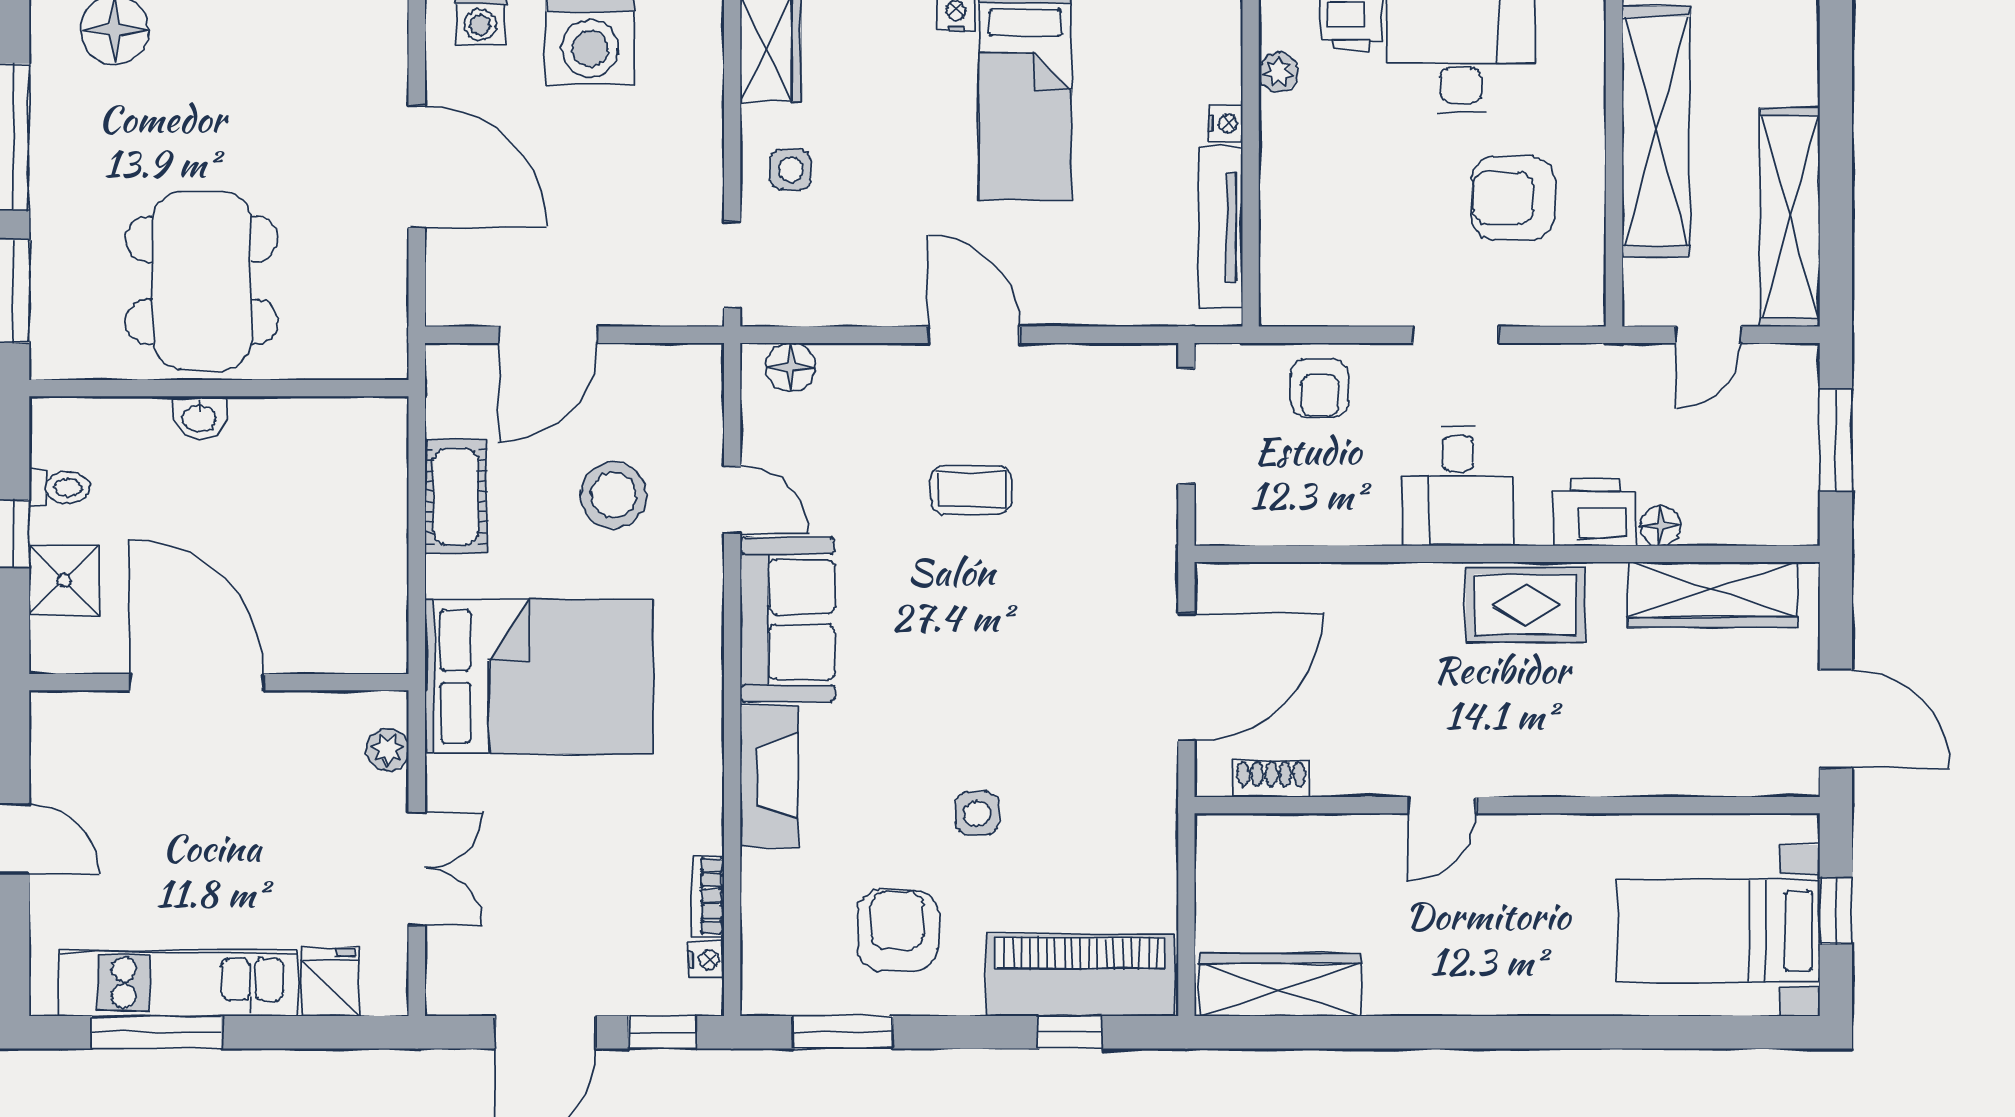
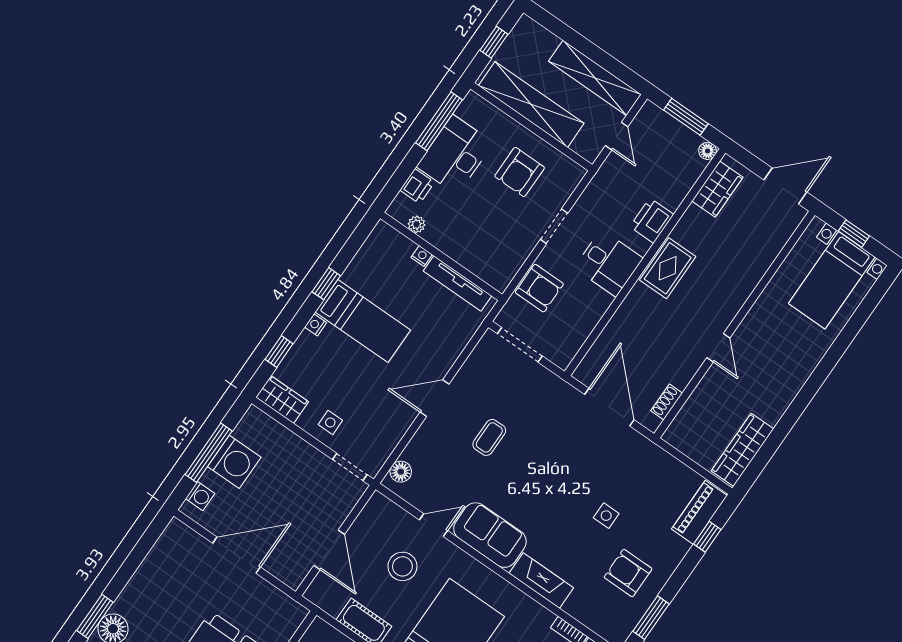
armchair: (1319, 388) -> (539, 288), width x1.38, depth x1.38
floor lamp: (1660, 526) -> (708, 151), moved
wardrobe: (1712, 595) -> (717, 189), width x0.67
piano: (1081, 975) -> (699, 512), width x0.73, depth x0.75

